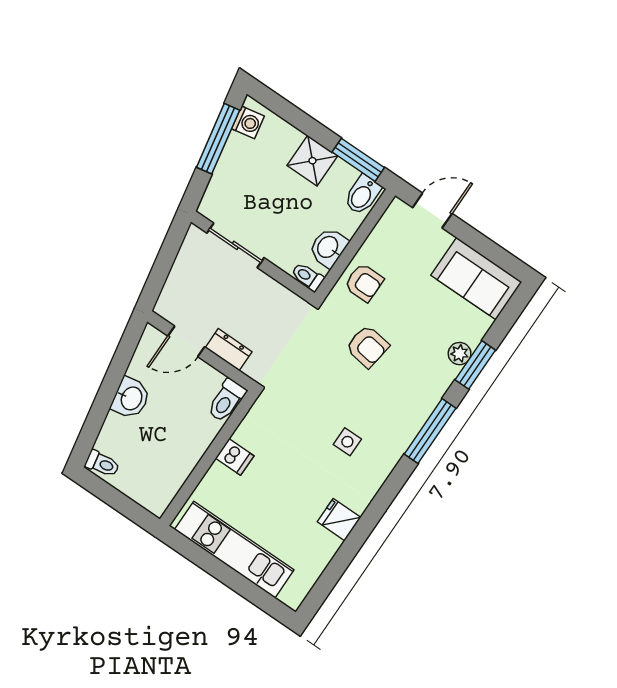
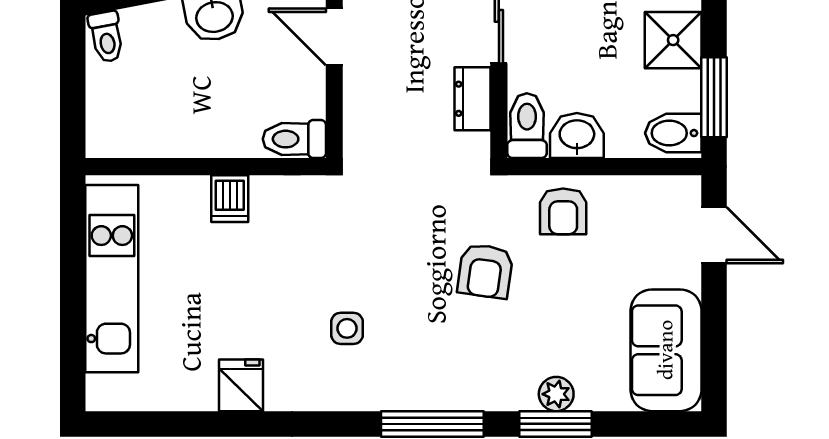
toilet: (308, 277) -> (527, 126), width x1.37, depth x1.39
dresser: (229, 350) -> (473, 99), moved, turned 180

